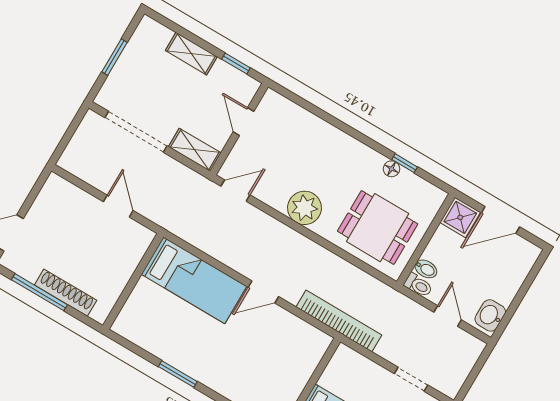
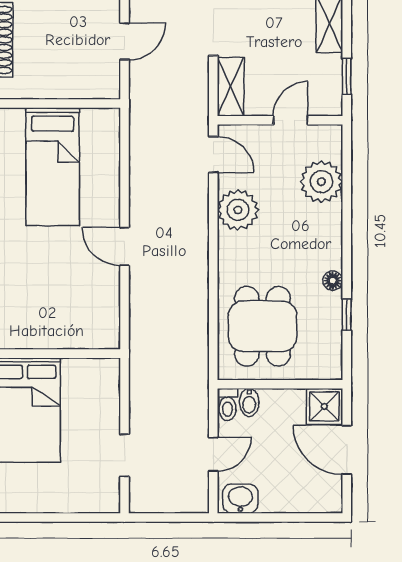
plant: (300, 125) -> (321, 182), added
floor lamp: (392, 169) -> (333, 281), moved
plant: (305, 208) -> (238, 210), moved
bed: (194, 280) -> (53, 167), moved
bookcase: (339, 321) -> (141, 344), removed

